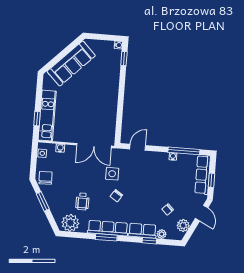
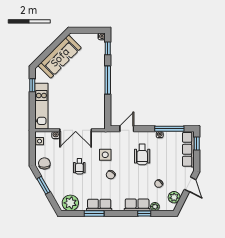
window: (121, 93) -> (108, 80), added
window: (37, 119) -> (32, 85), moved
double door: (94, 146) -> (76, 130), moved
wheelchair: (152, 176) -> (142, 154), added
window: (211, 180) -> (197, 143), moved
wheelchair: (82, 201) -> (79, 166), moved
row of seats: (108, 228) -> (99, 205), width x0.68
window: (106, 237) -> (94, 214), moved

